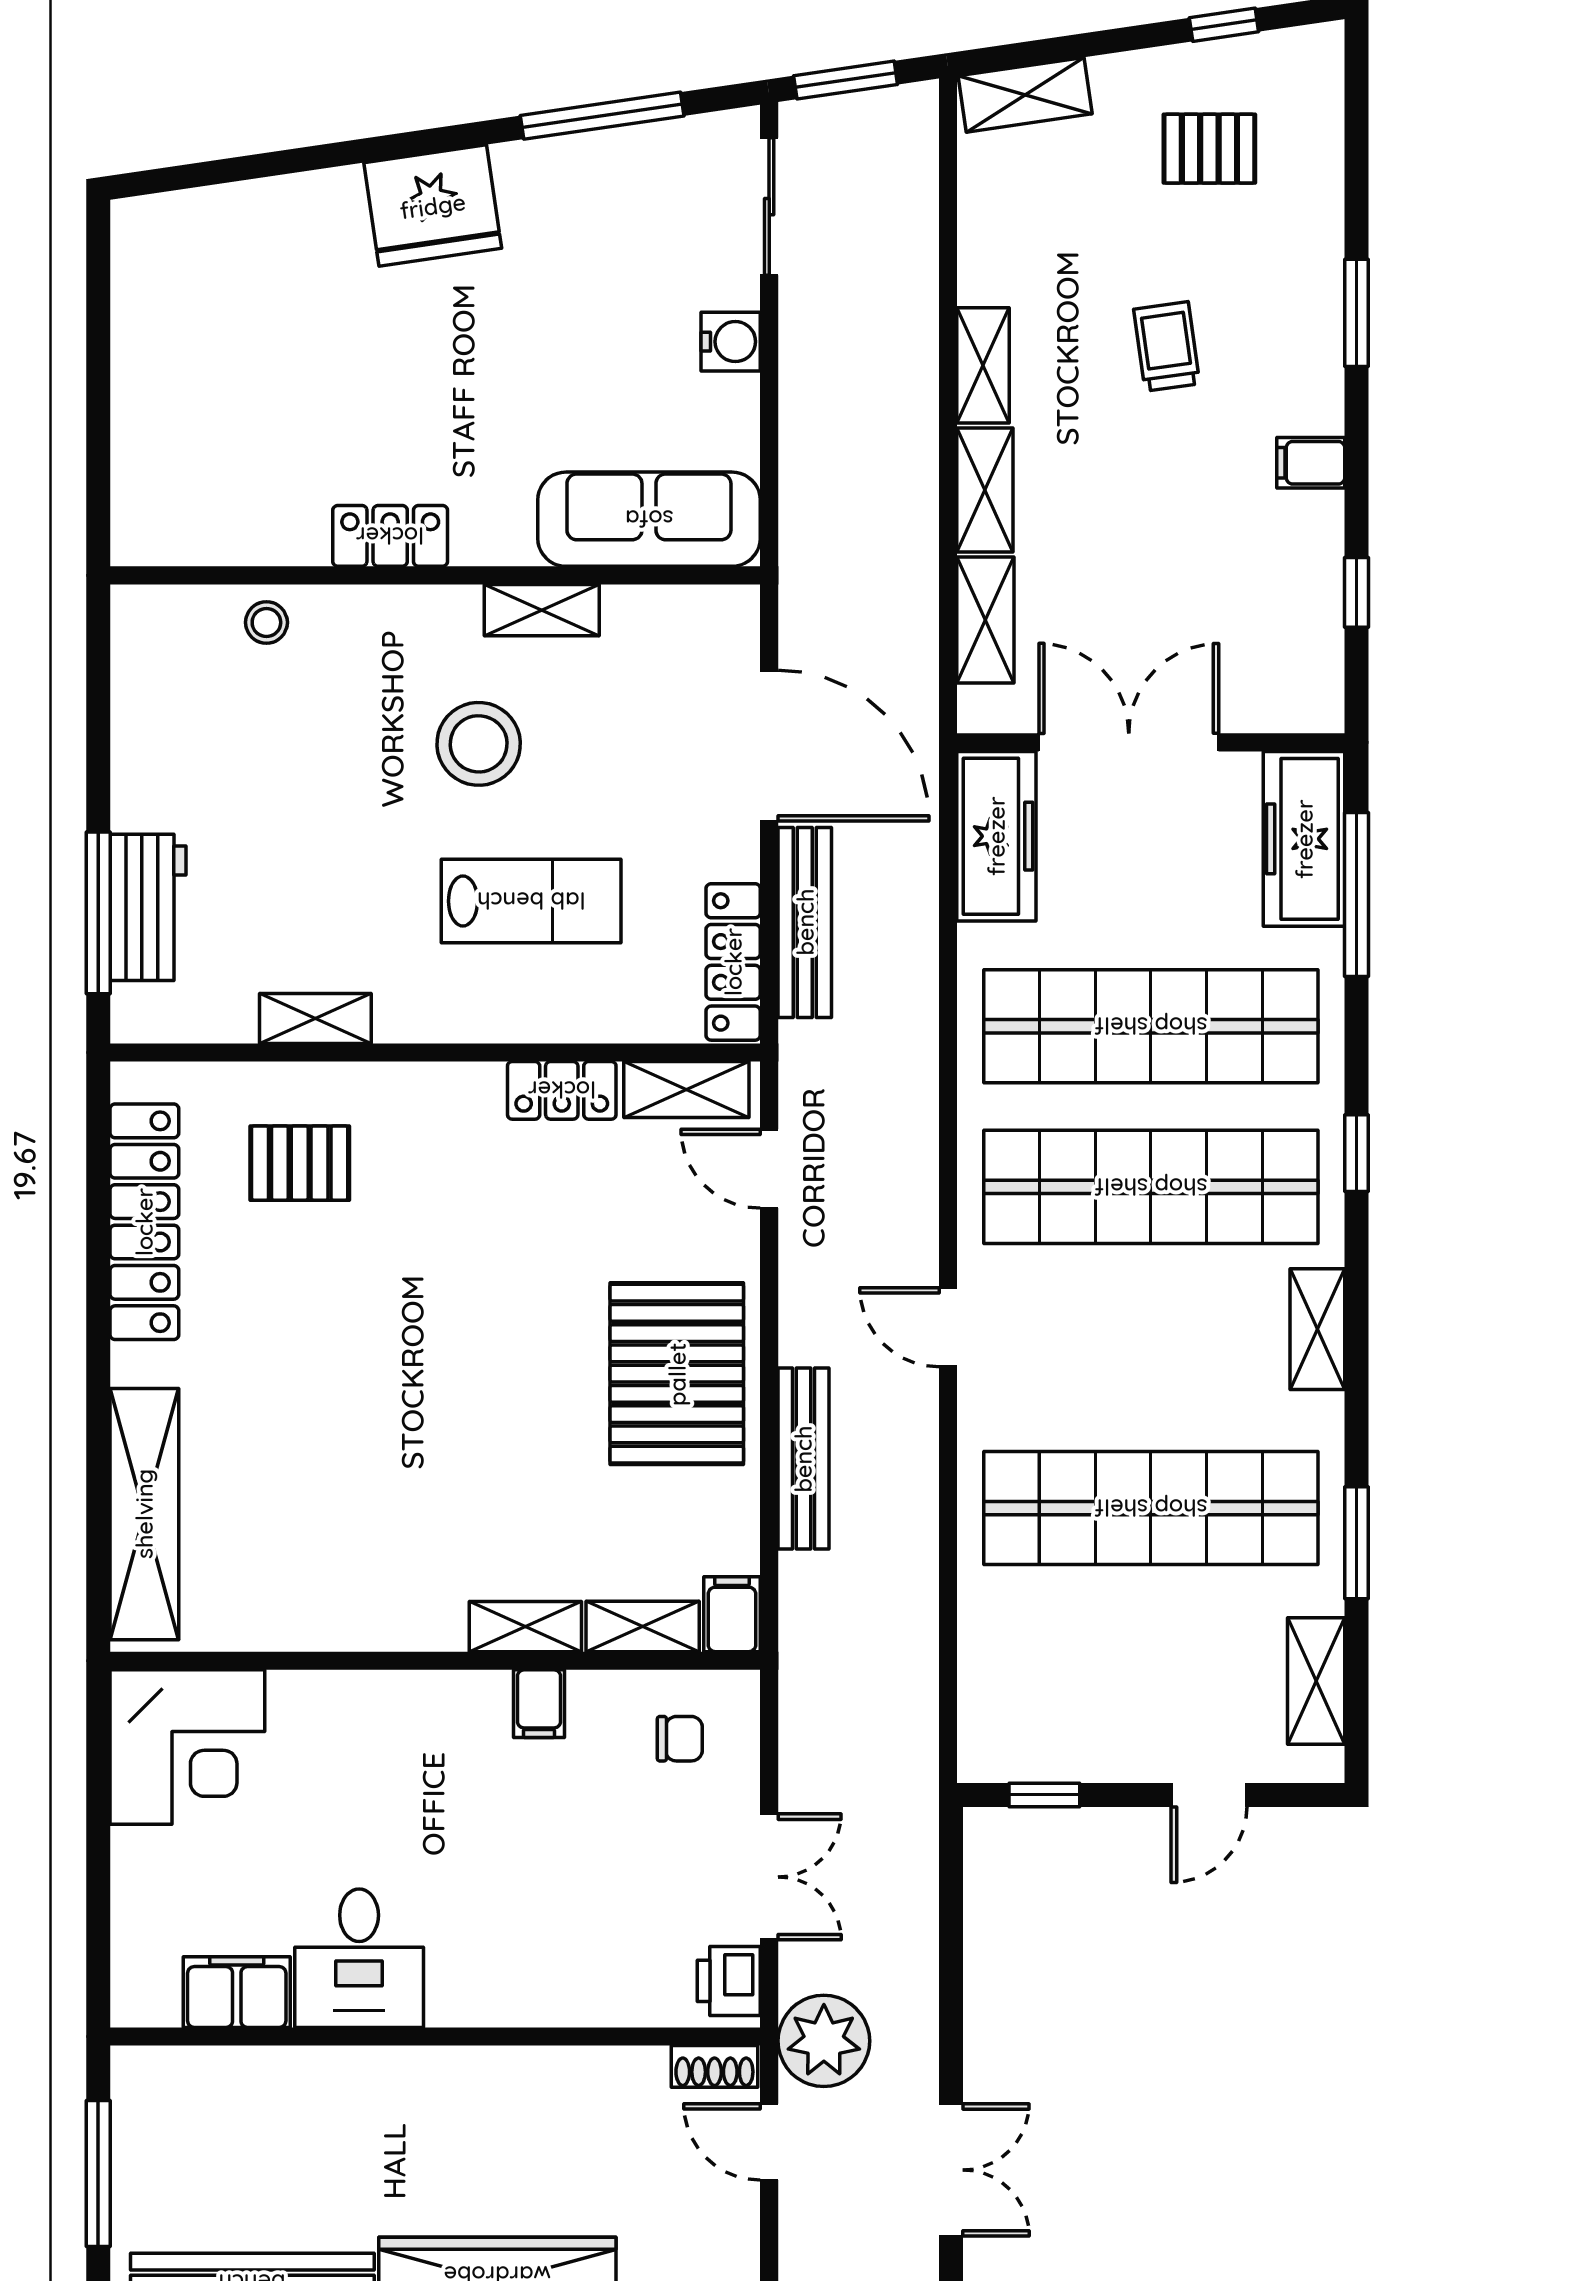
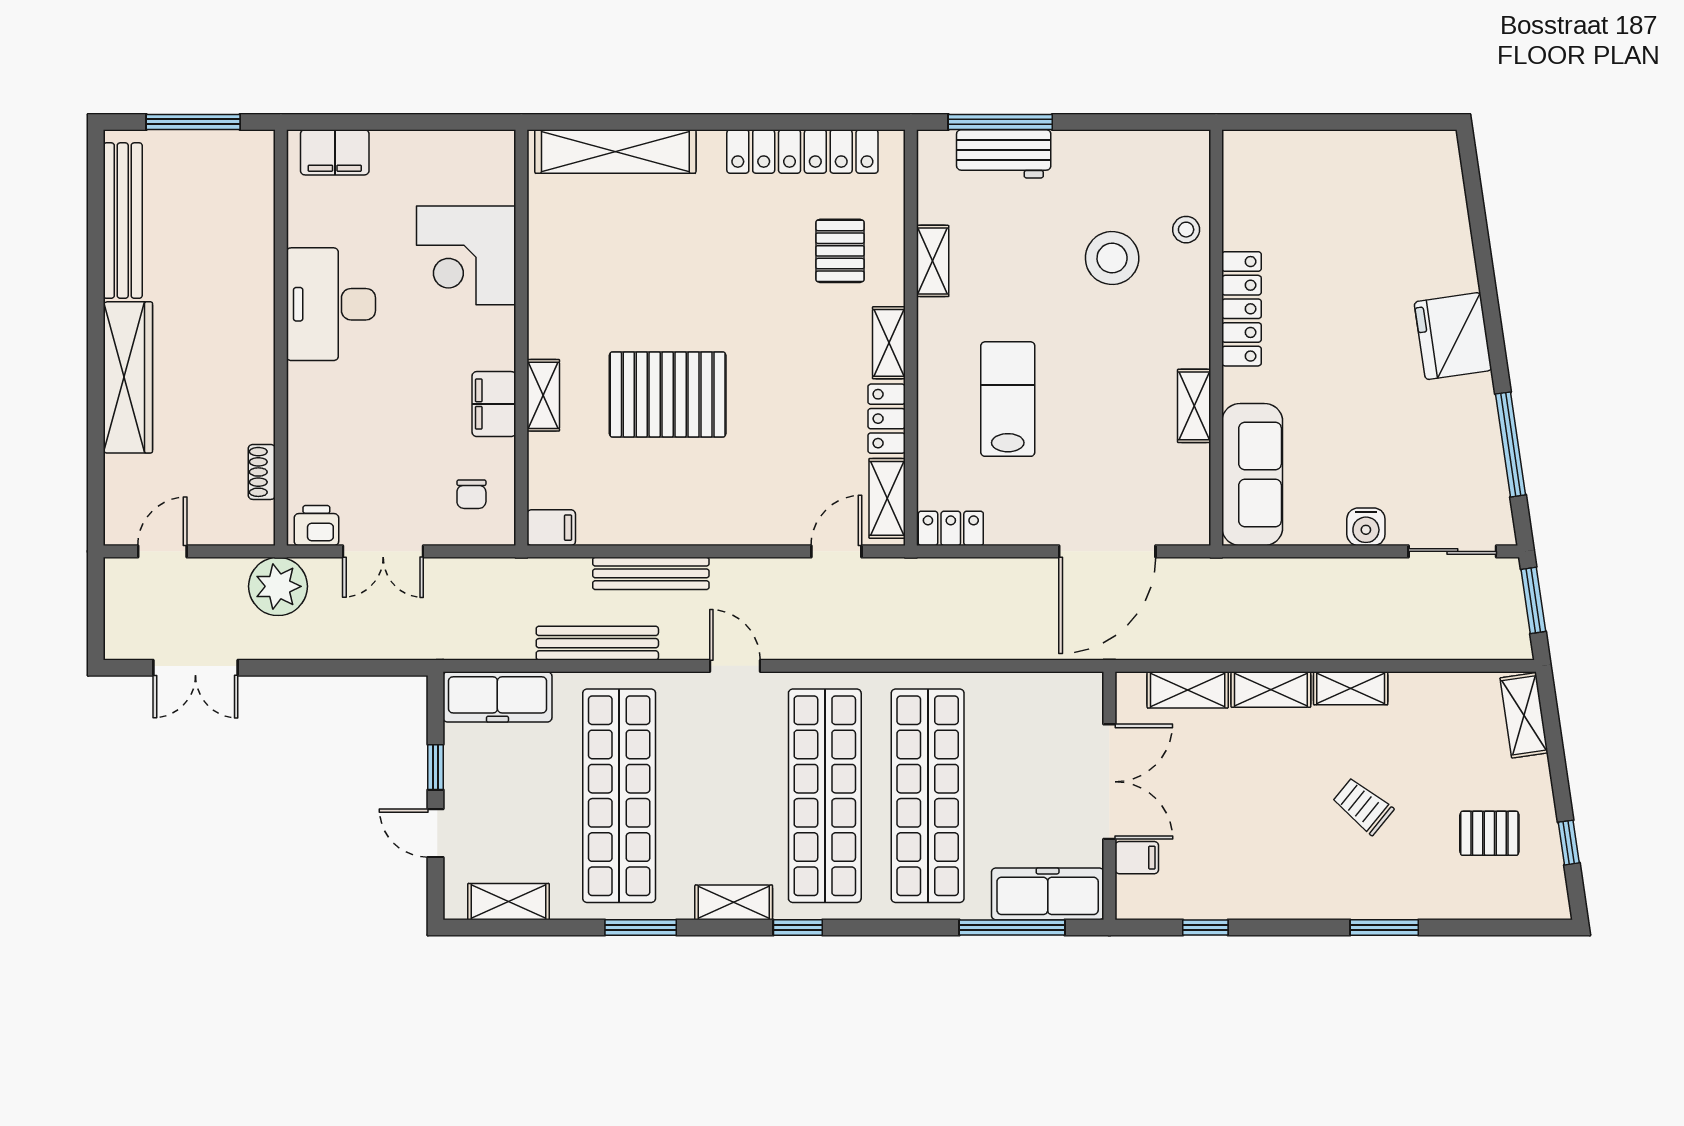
pallet: (1209, 149) -> (1489, 833), turned 90
trolley: (1167, 346) -> (1363, 806), turned -133
filing cabinet: (1311, 463) -> (1137, 858), moved, turned 90
locker: (390, 536) -> (1242, 309), width x1.53
stool: (479, 744) -> (1112, 258), moved
freezer: (996, 836) -> (497, 697), moved
lab bench: (531, 901) -> (1008, 399), turned 180
bench: (805, 922) -> (597, 643), moved
locker: (733, 962) -> (951, 528), width x0.66
window: (1357, 1153) -> (798, 927), moved
door: (948, 1327) -> (735, 666), hinge flipped
pallet: (677, 1374) -> (668, 394), moved
window: (1357, 1543) -> (641, 927), moved
shelving: (643, 1626) -> (889, 343), moved
filing cabinet: (539, 1704) -> (494, 404), width x2.00
corner desk: (187, 1747) -> (466, 255), moved
window: (1044, 1795) -> (435, 767), moved
desk: (359, 1958) -> (331, 304), width x1.37
filing cabinet: (237, 1992) -> (335, 152), moved, turned 90
shoe rack: (714, 2066) -> (262, 472), moved
door: (769, 2142) -> (162, 551), moved

